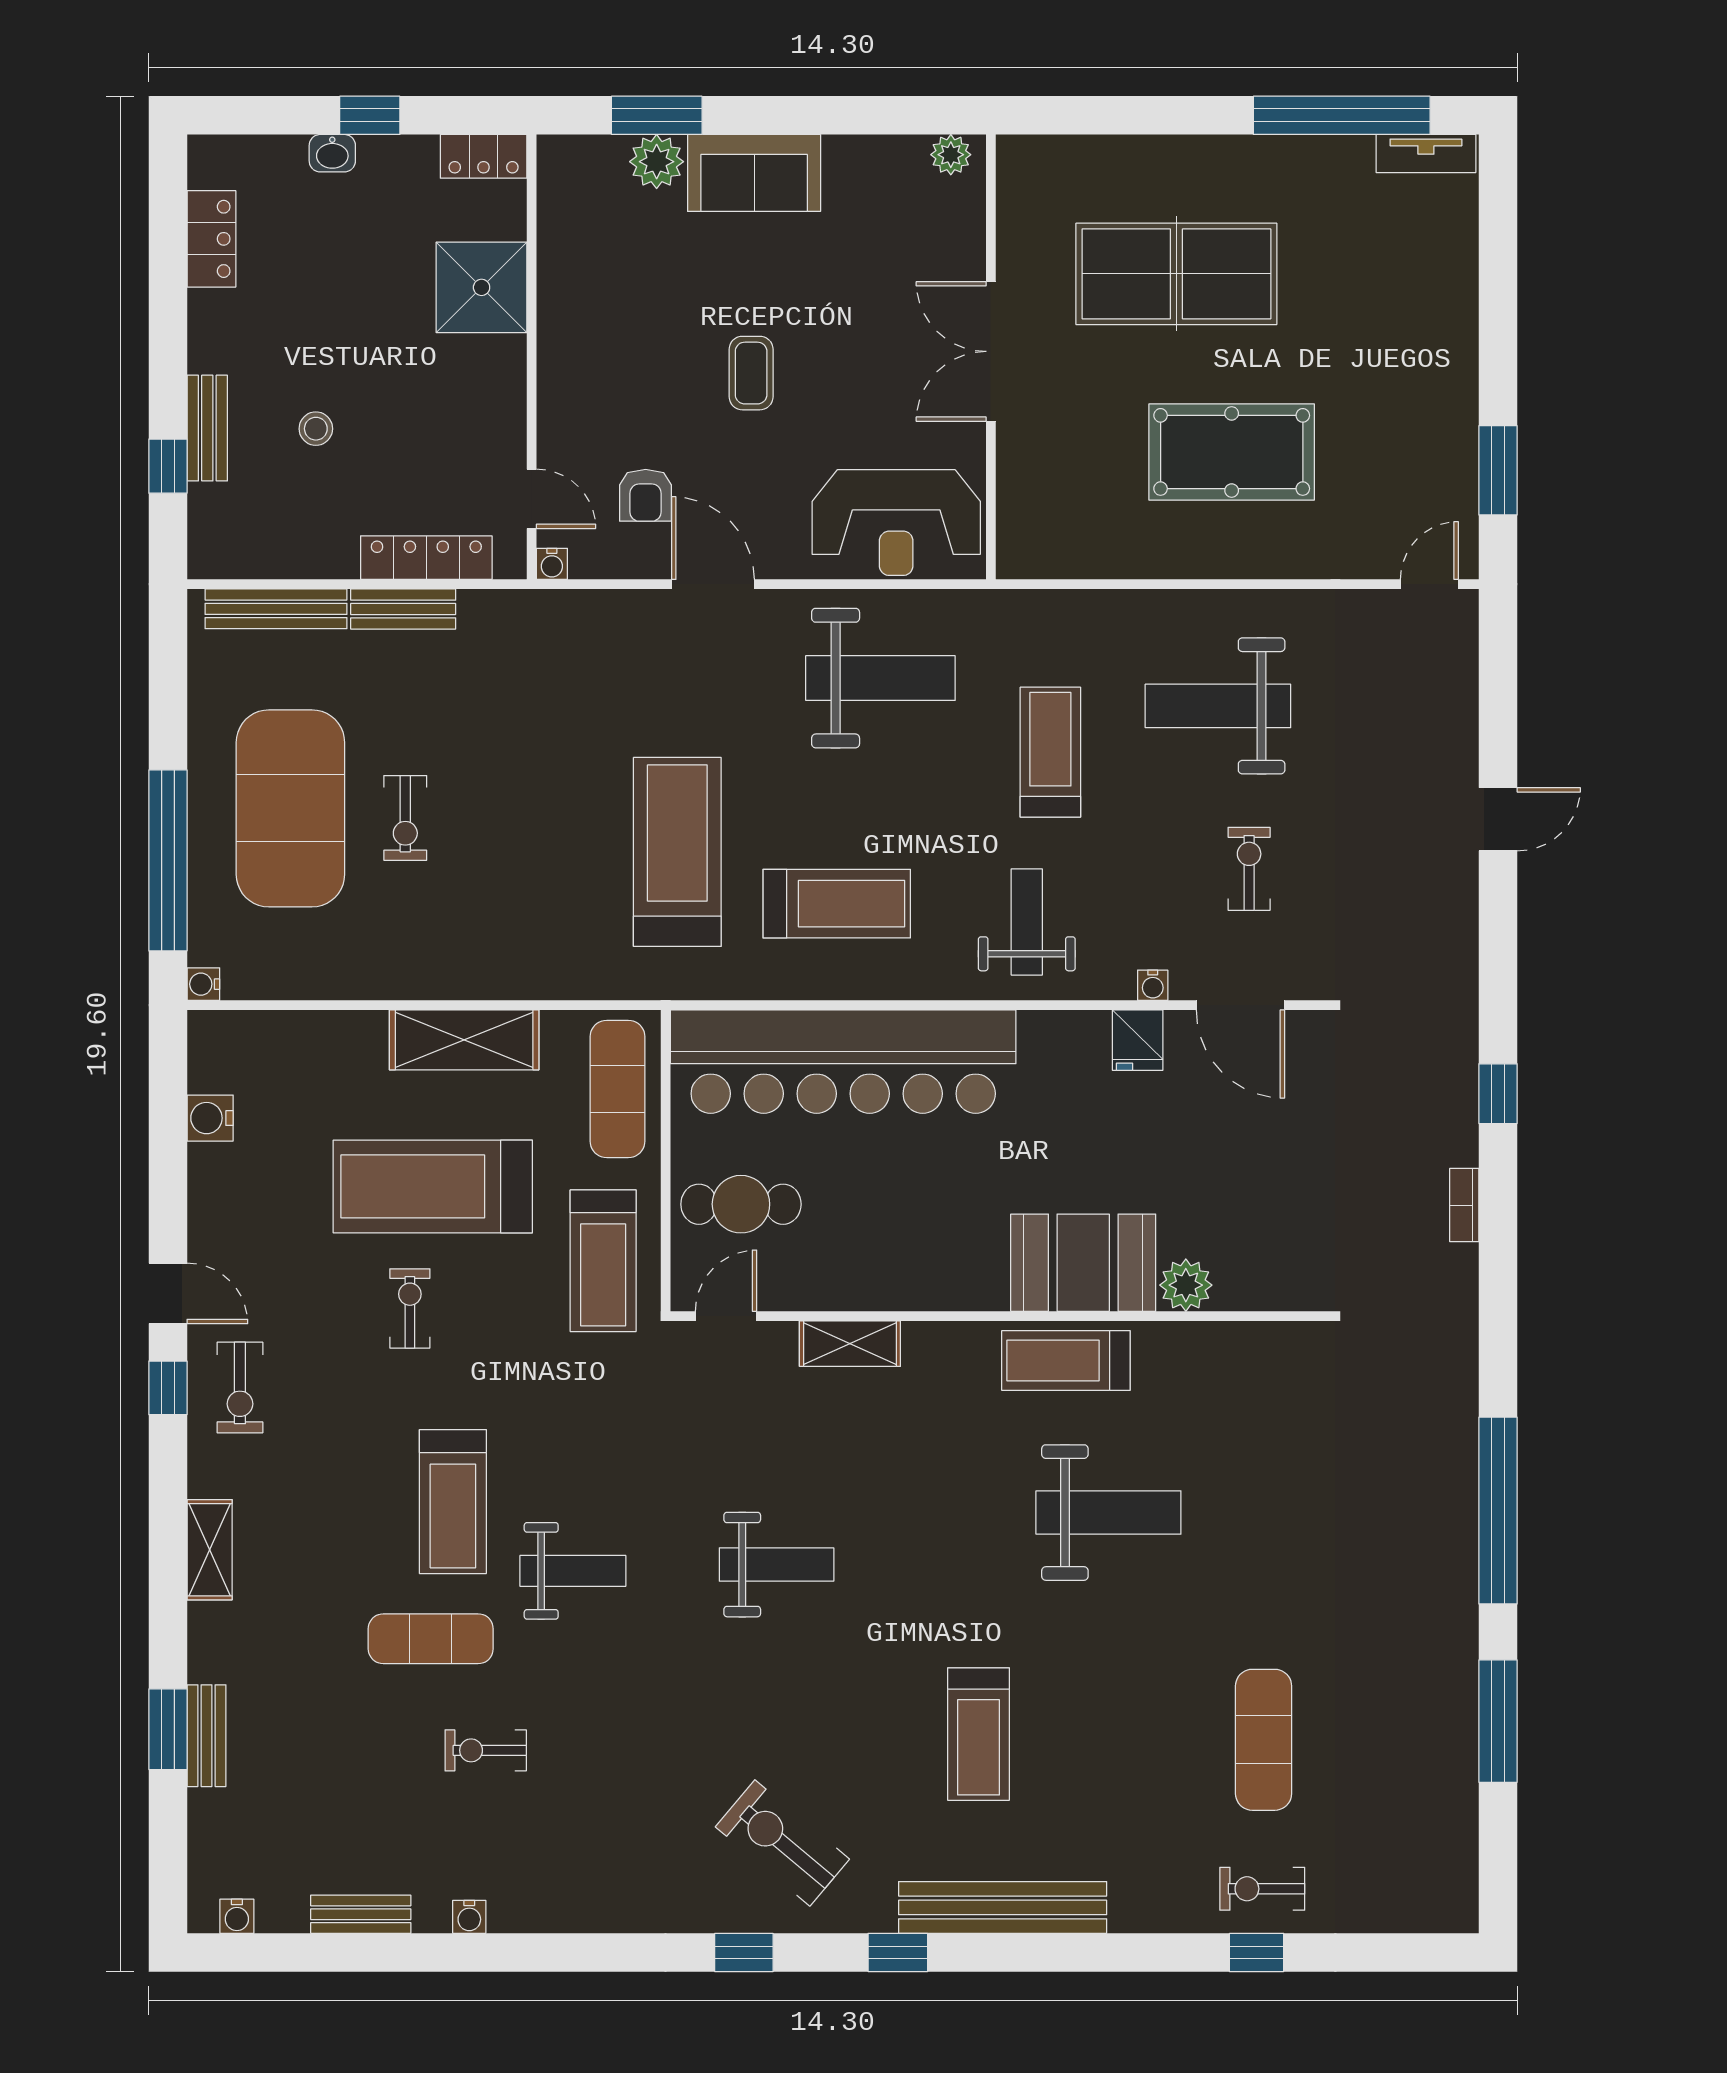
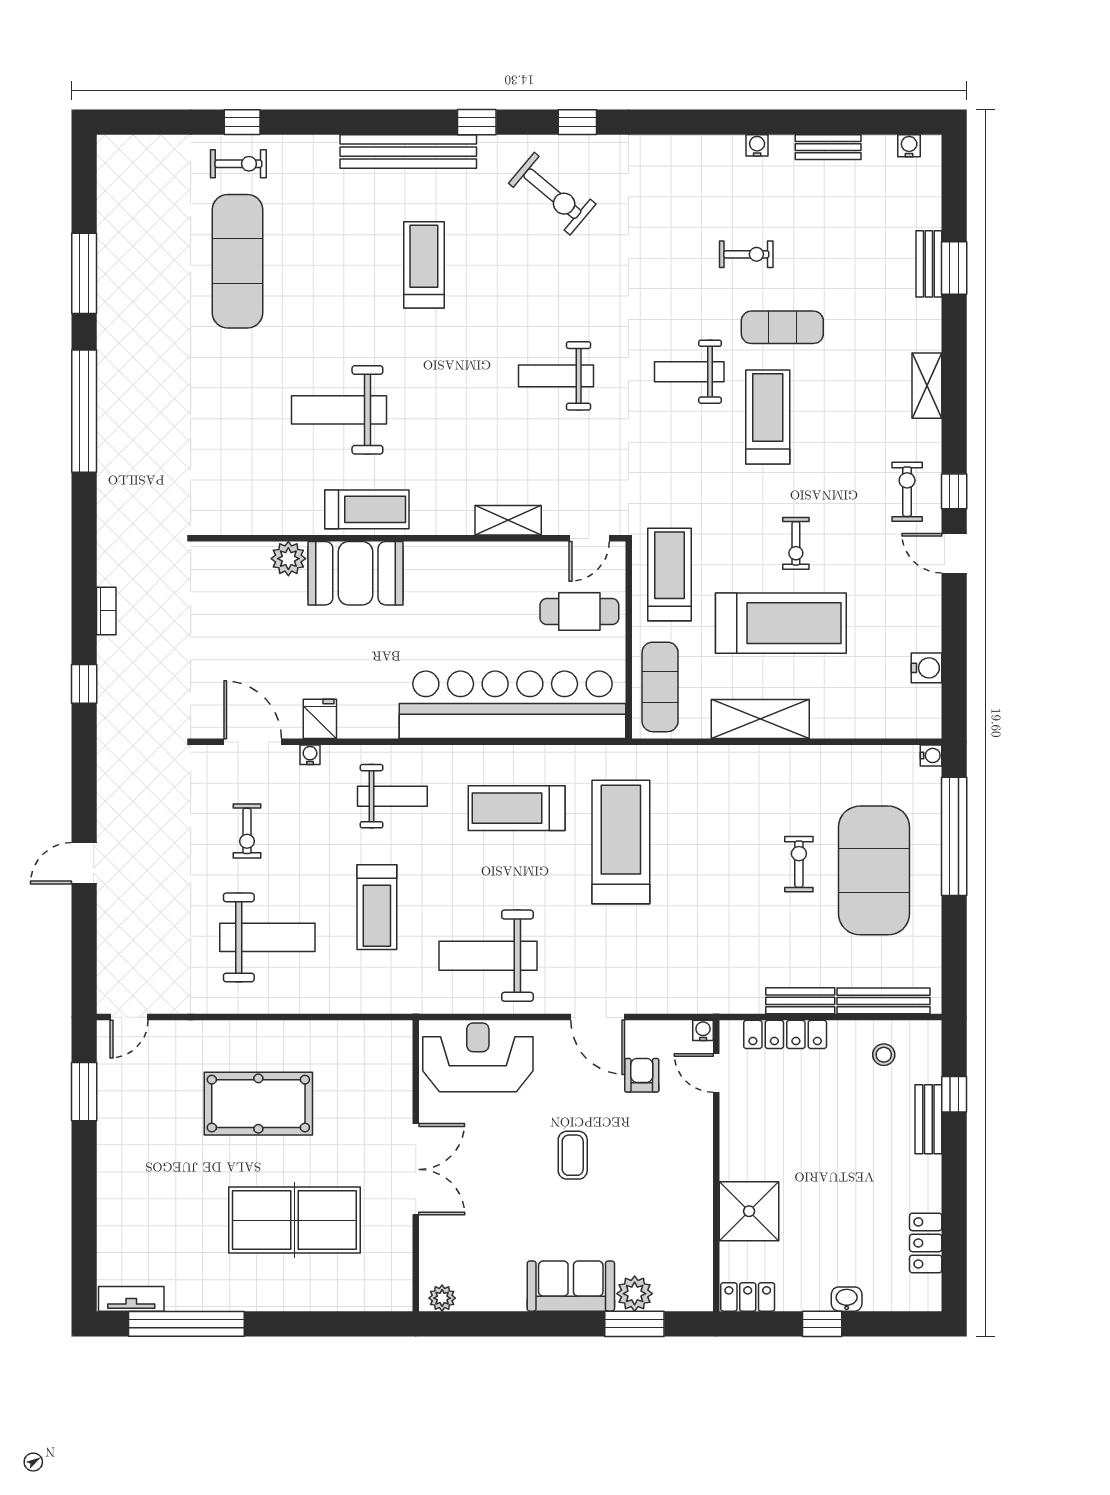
stool: (316, 429) -> (884, 1055), moved
treadmill: (677, 852) -> (621, 842), turned 180
weight bench: (1027, 922) -> (392, 796), turned -90
exercise mat: (1264, 1740) -> (238, 261), width x1.36, depth x1.45

